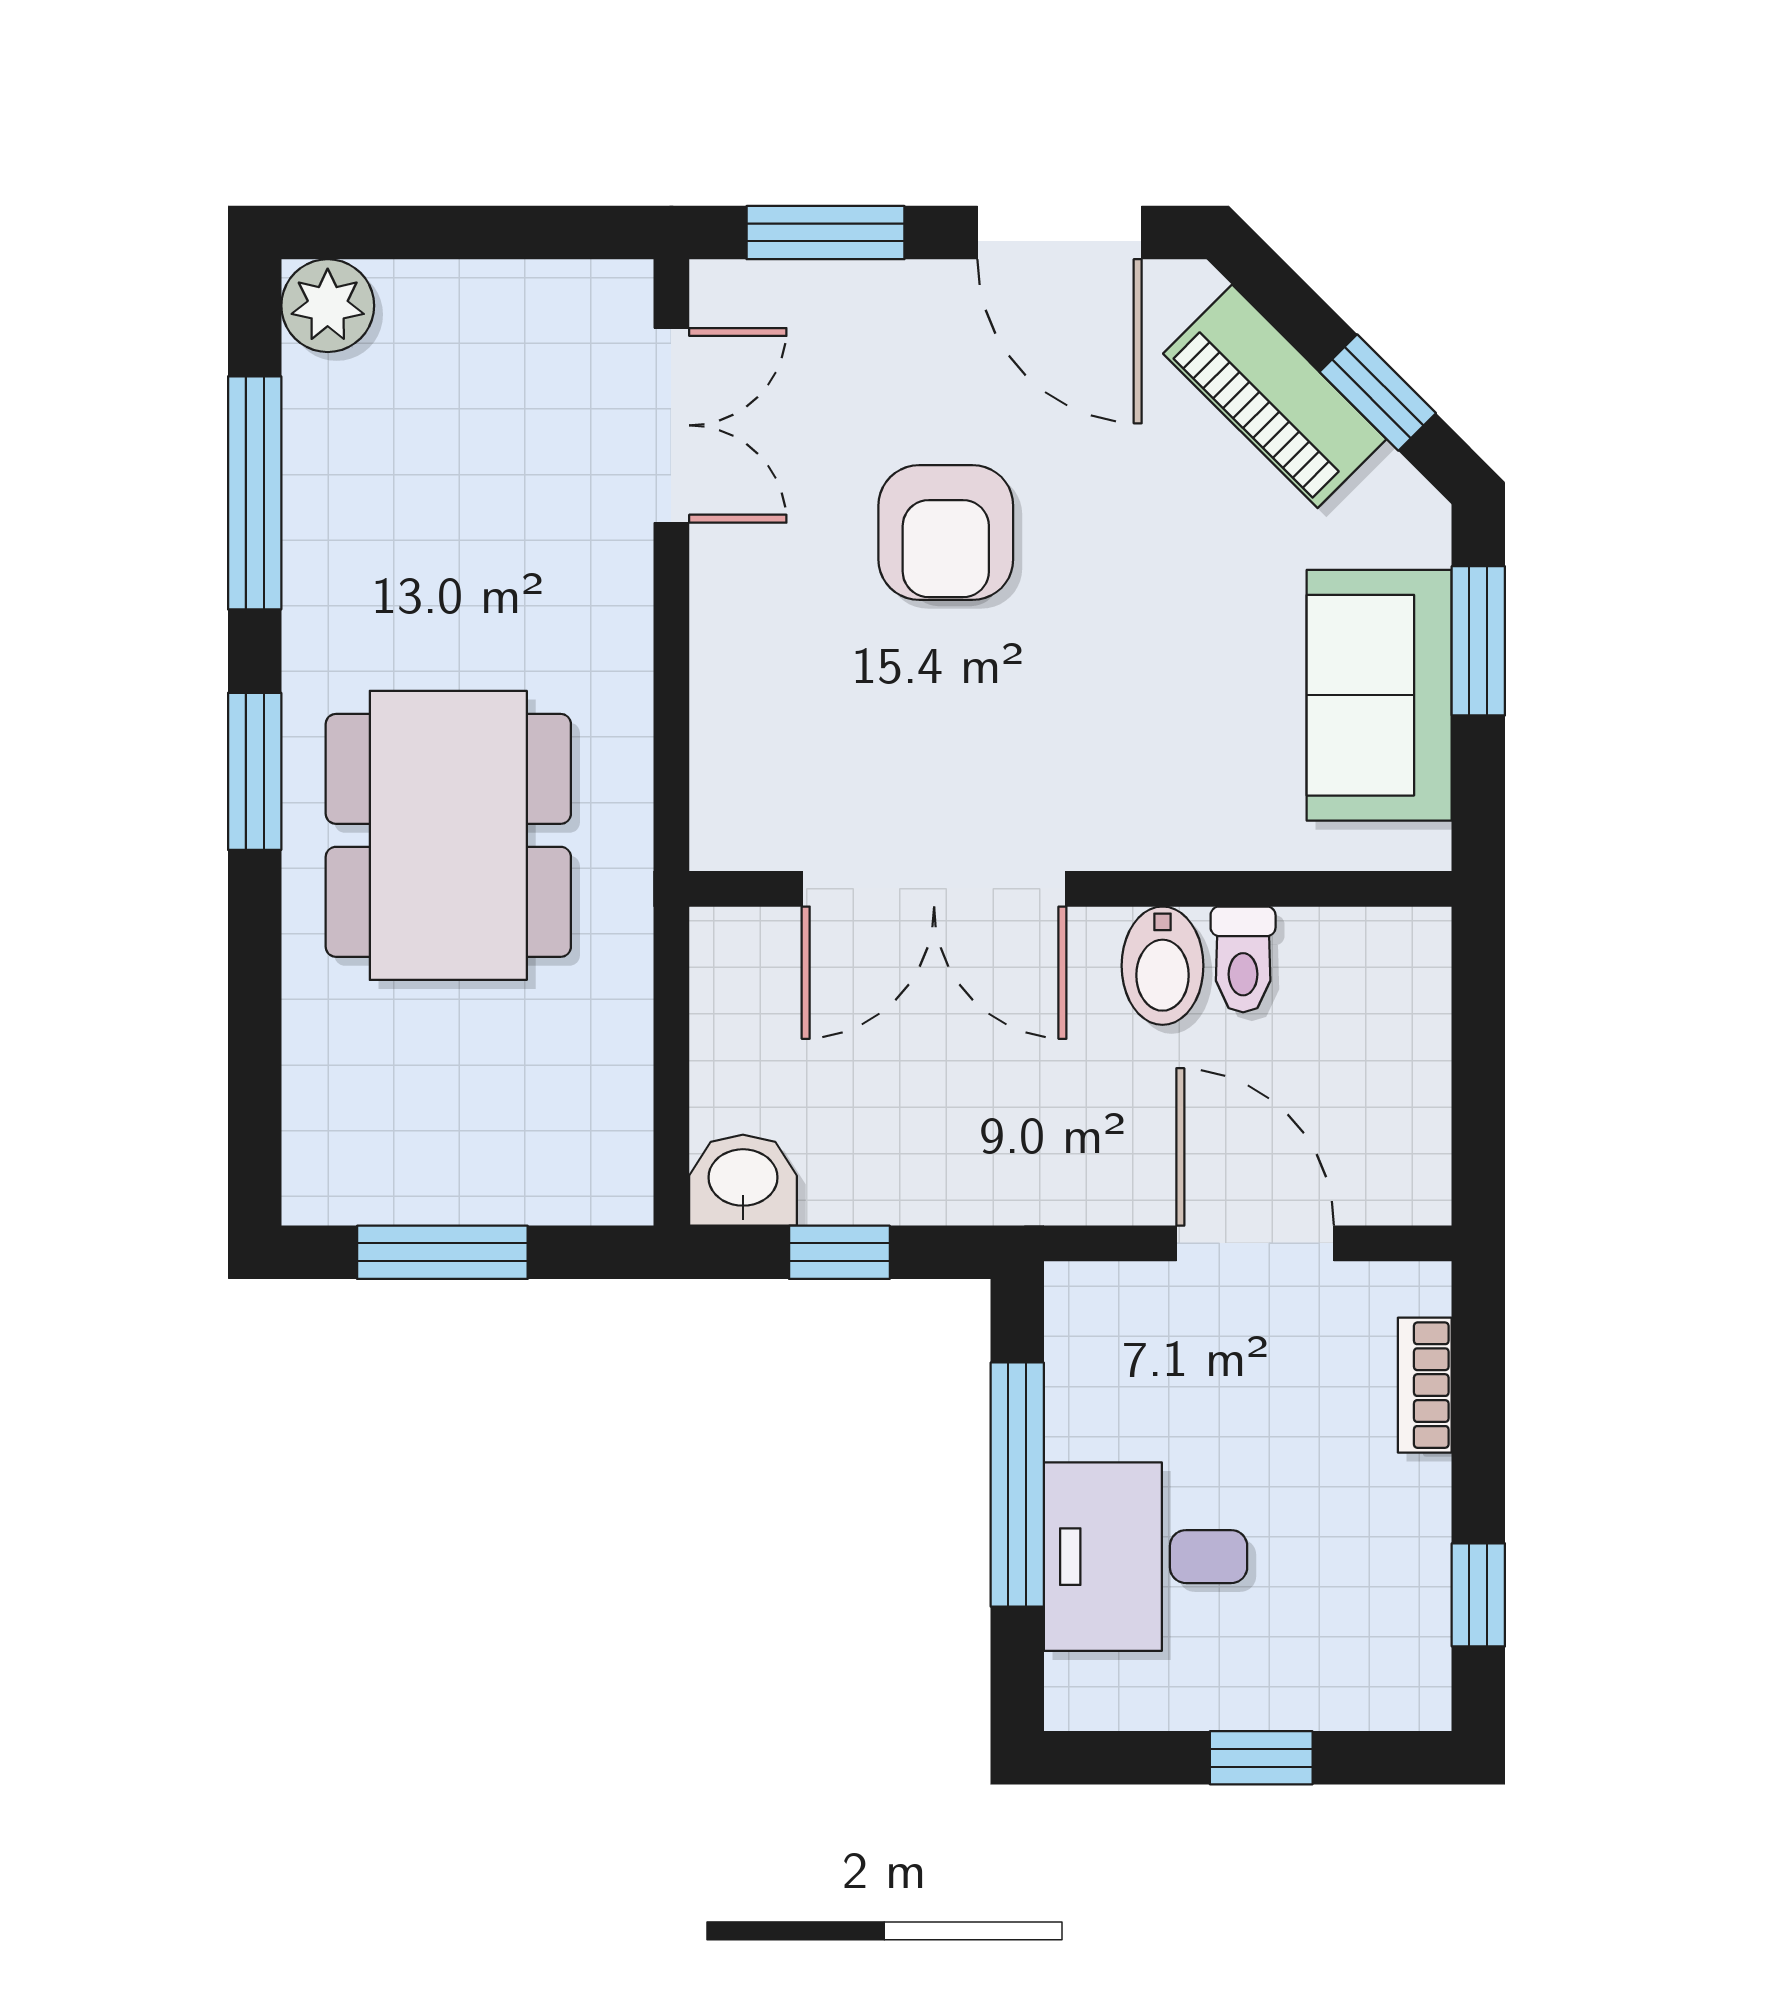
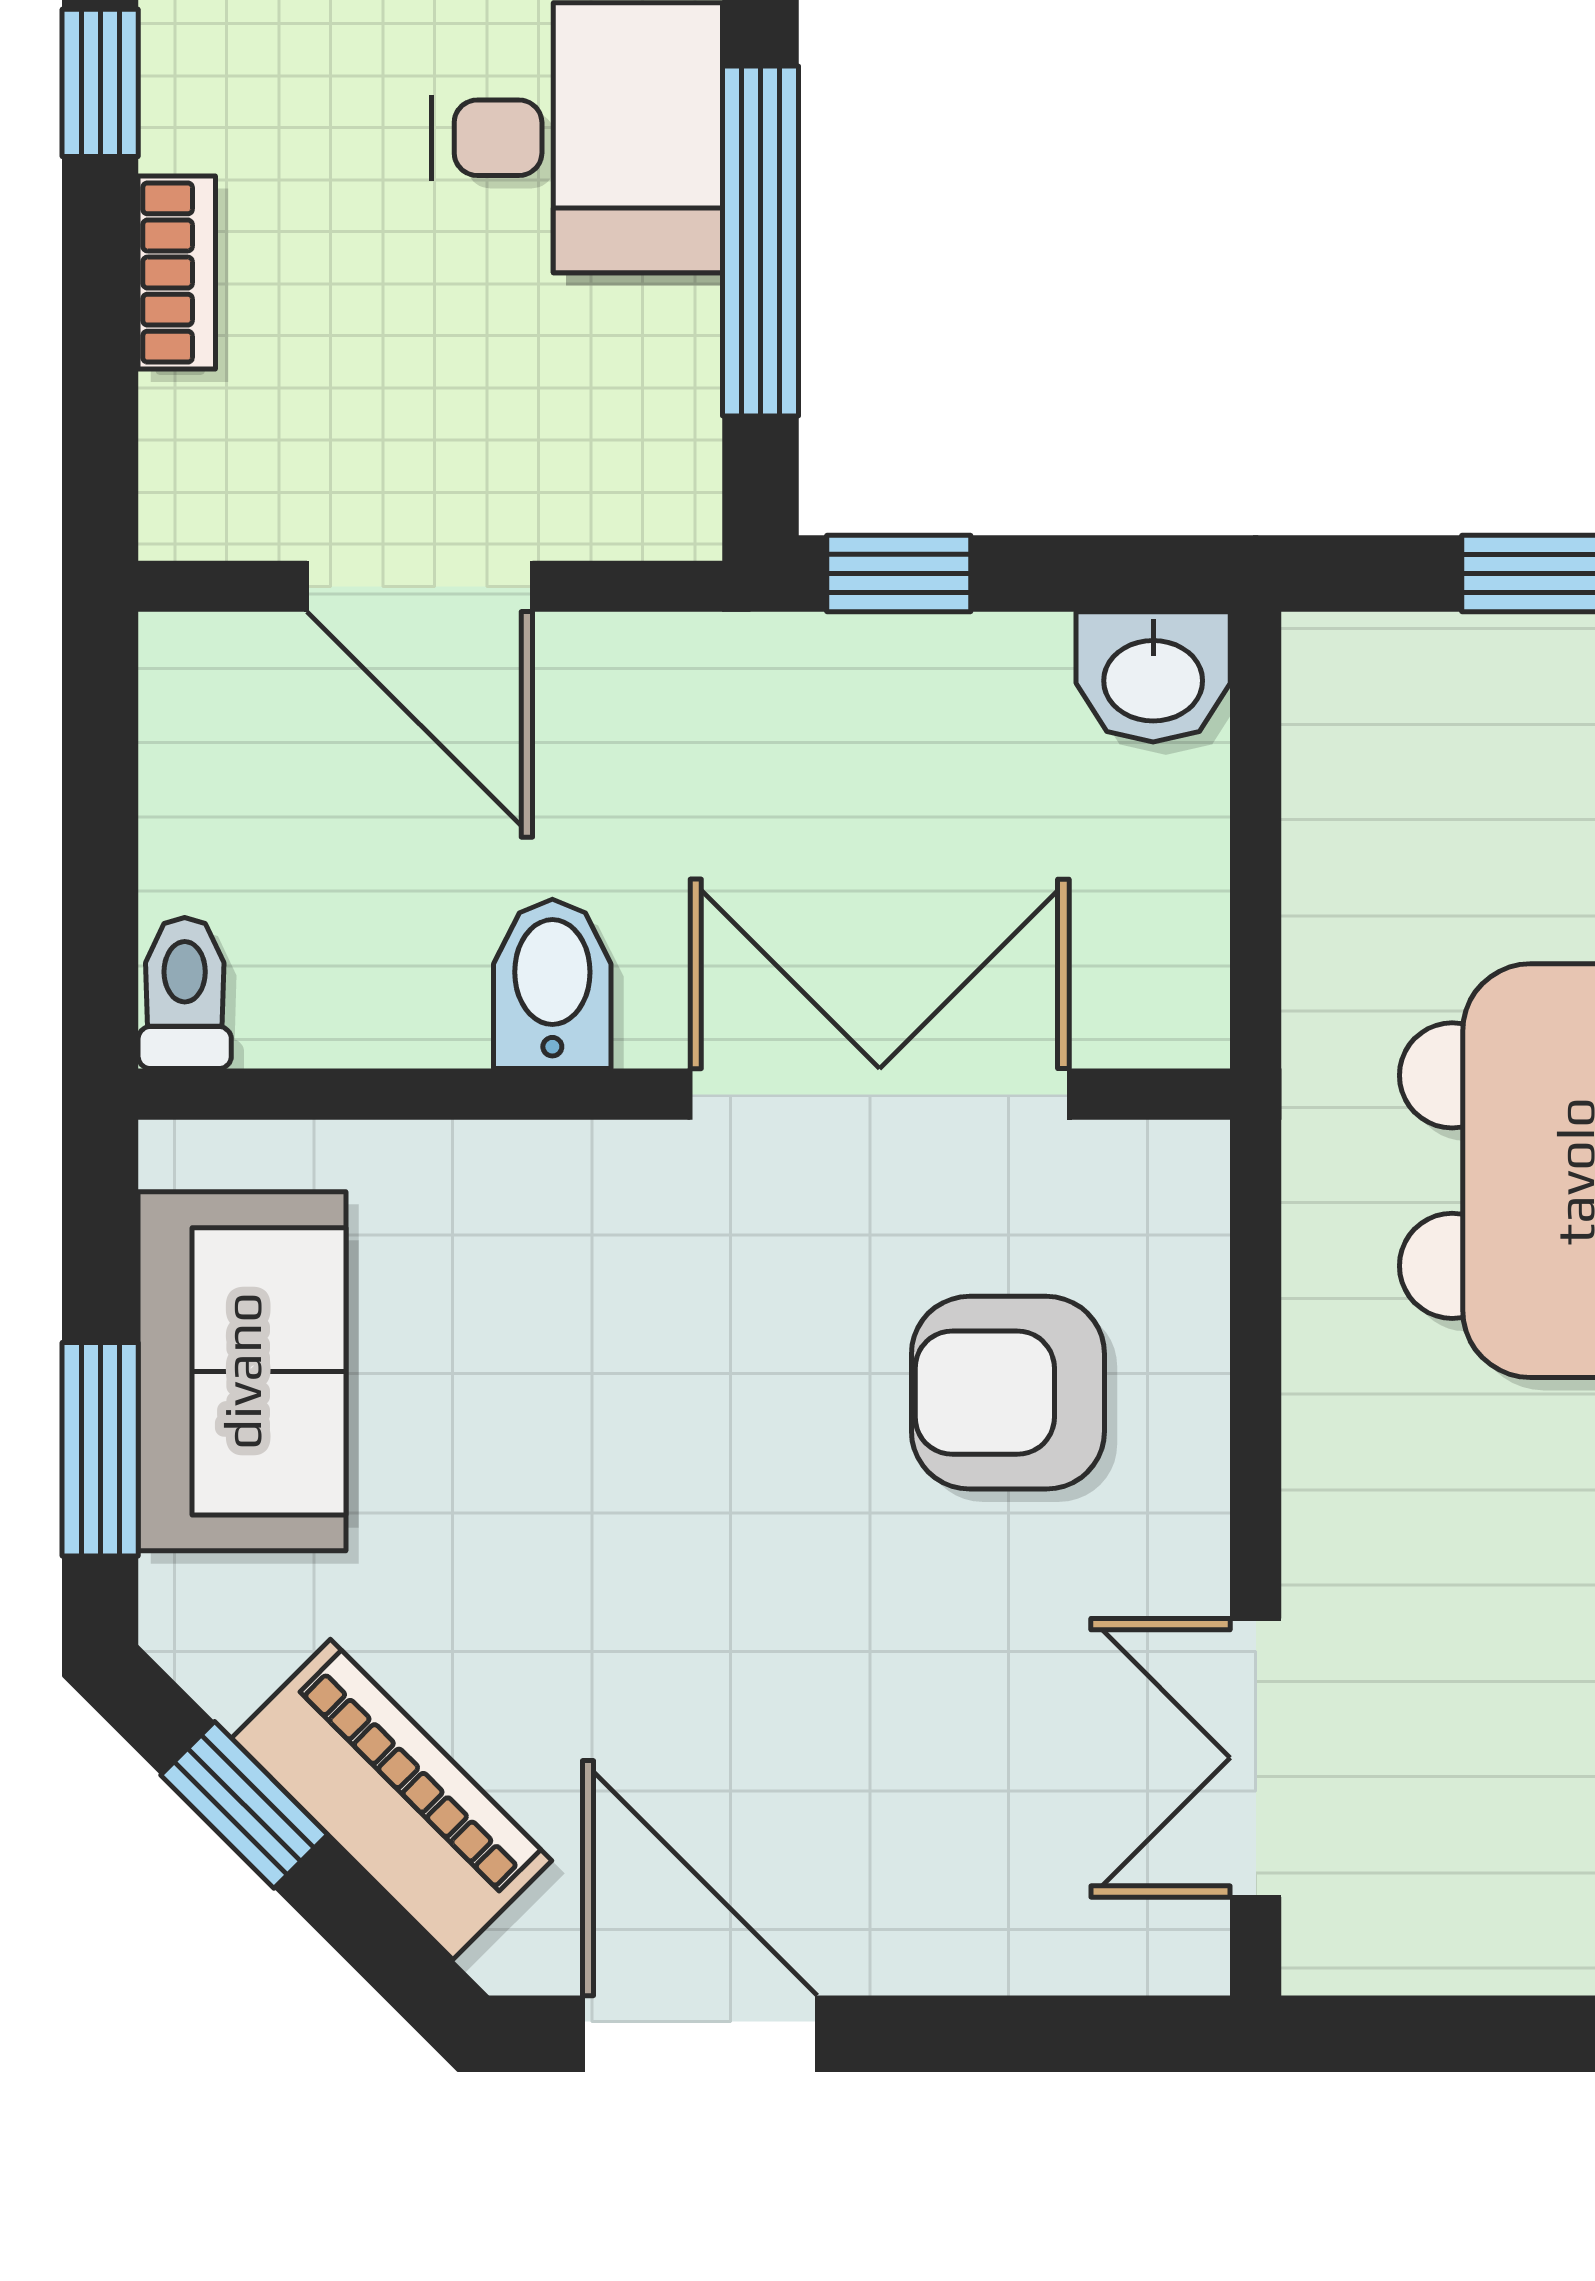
window: (826, 233) -> (1035, 2034), removed
armchair: (946, 532) -> (1008, 1393), moved, turned -90
toilet: (1243, 959) -> (185, 993), moved
window: (839, 1252) -> (899, 574), moved
bookcase: (1425, 1385) -> (177, 273), moved

